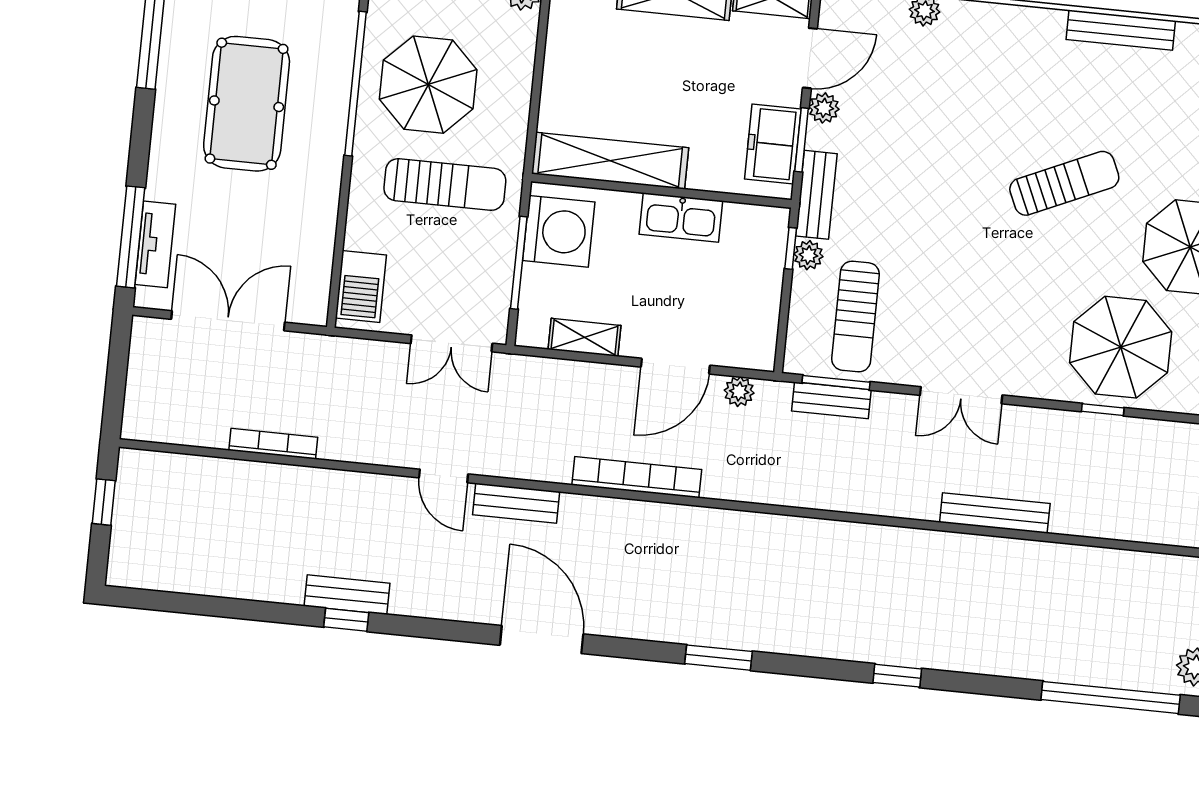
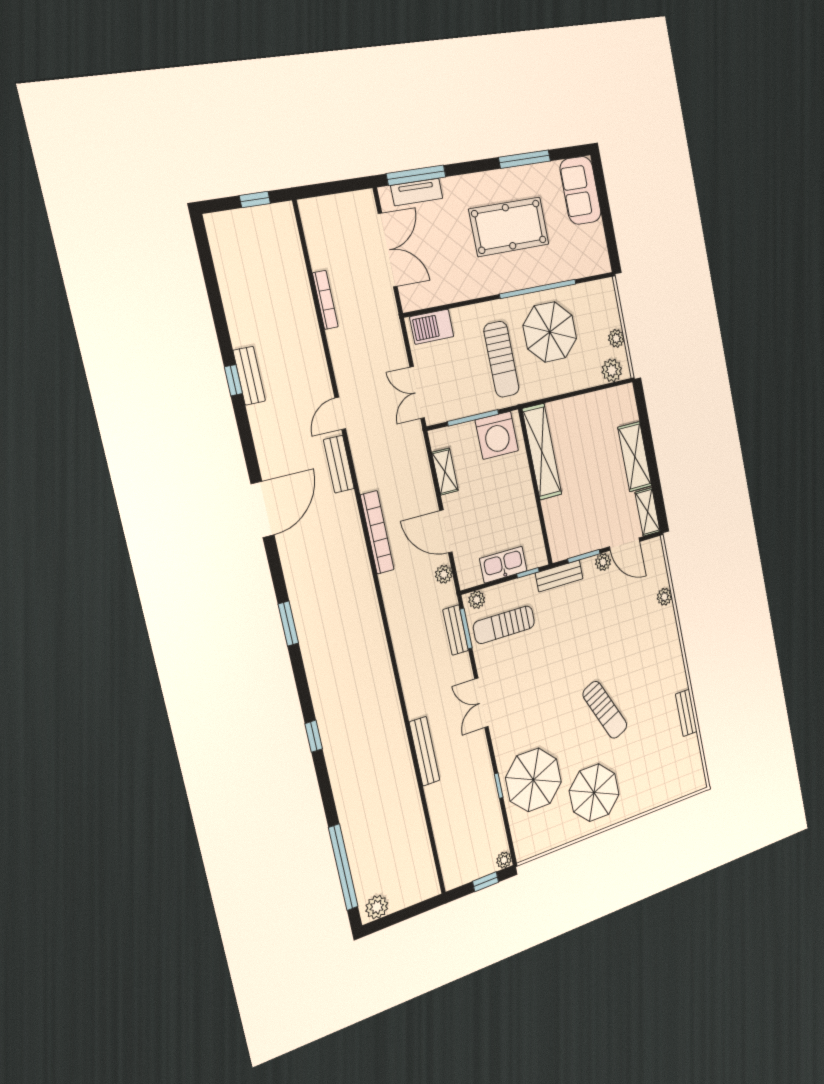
bench: (1121, 30) -> (686, 713), width x0.73
freezer: (773, 144) -> (577, 541), removed
kitchen sink: (681, 217) -> (503, 565), moved, turned 90
plant: (808, 255) -> (477, 600), moved

